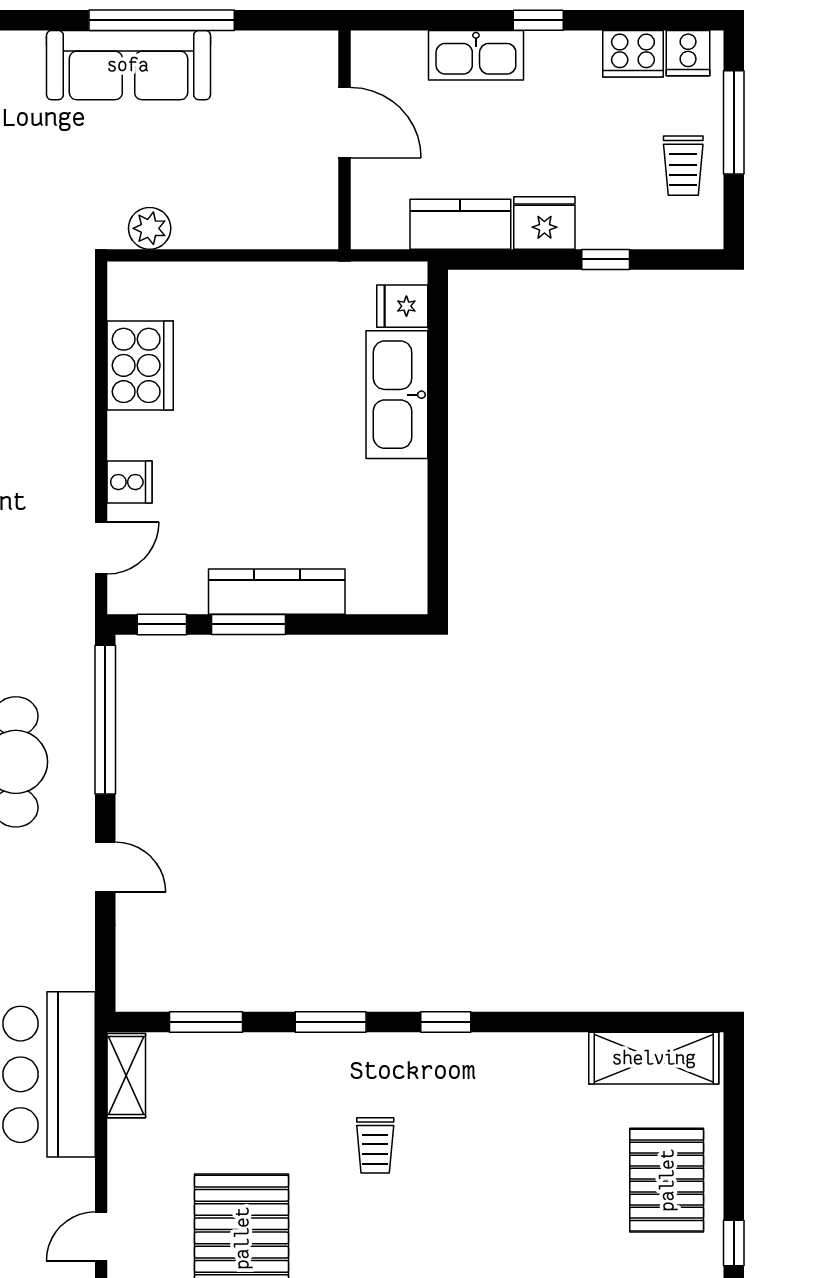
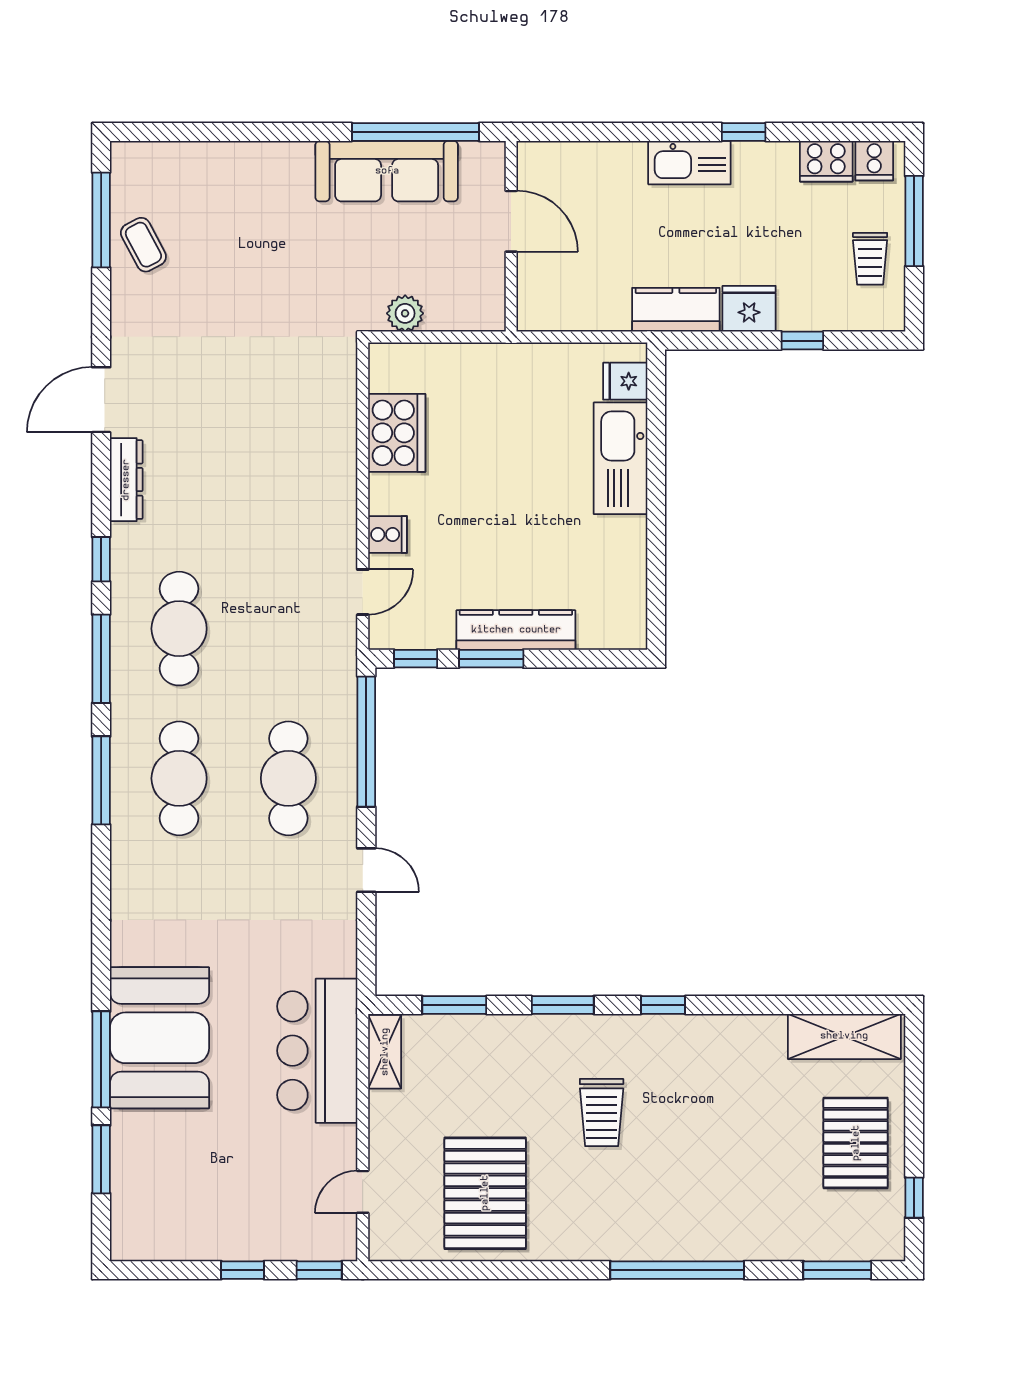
door: (344, 123) -> (511, 221), moved
wall: (344, 140) -> (511, 236), moved
trolley: (375, 1145) -> (602, 1113), width x1.36, depth x1.39

